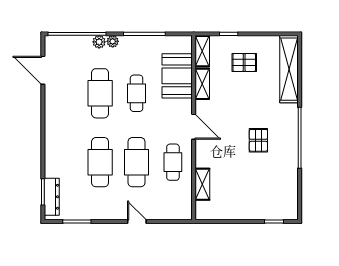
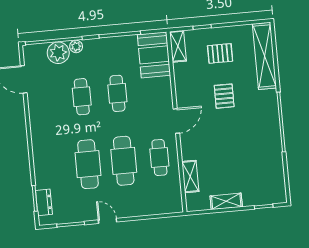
plant: (113, 41) -> (58, 53), moved, width x1.88, depth x1.88
booth: (177, 76) -> (154, 55), moved
shelving: (202, 84) -> (226, 201), moved, turned 90
cafe table: (100, 93) -> (82, 97), width x0.73, depth x0.74
door: (194, 127) -> (176, 121), hinge flipped
pallet: (258, 140) -> (224, 96), moved
dresser: (52, 197) -> (44, 202), width x0.70
door: (137, 222) -> (108, 221), moved

